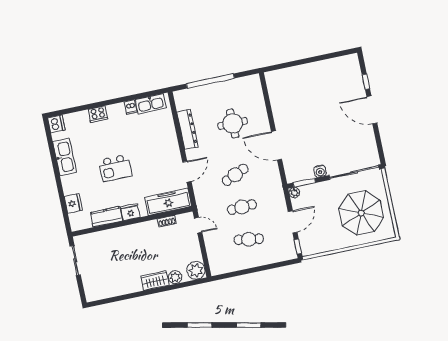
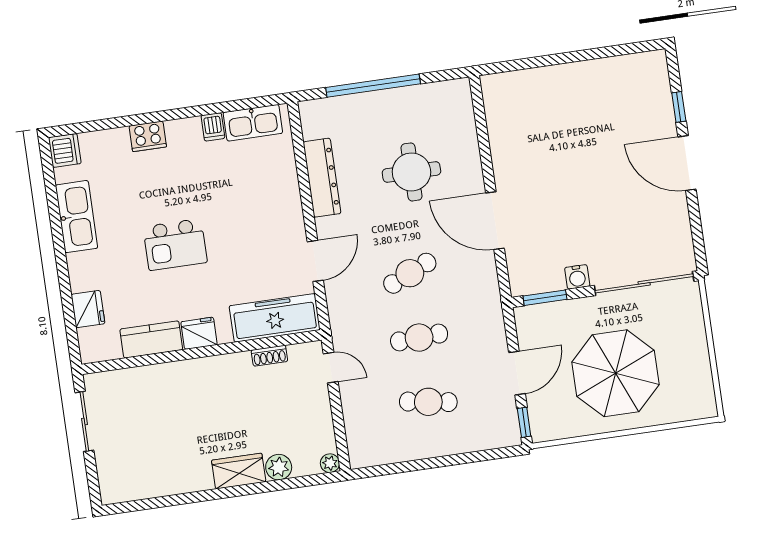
plant: (294, 193) -> (524, 316), removed
parasol: (361, 213) -> (615, 373), moved
plant: (196, 270) -> (330, 463), width x0.53, depth x0.53

